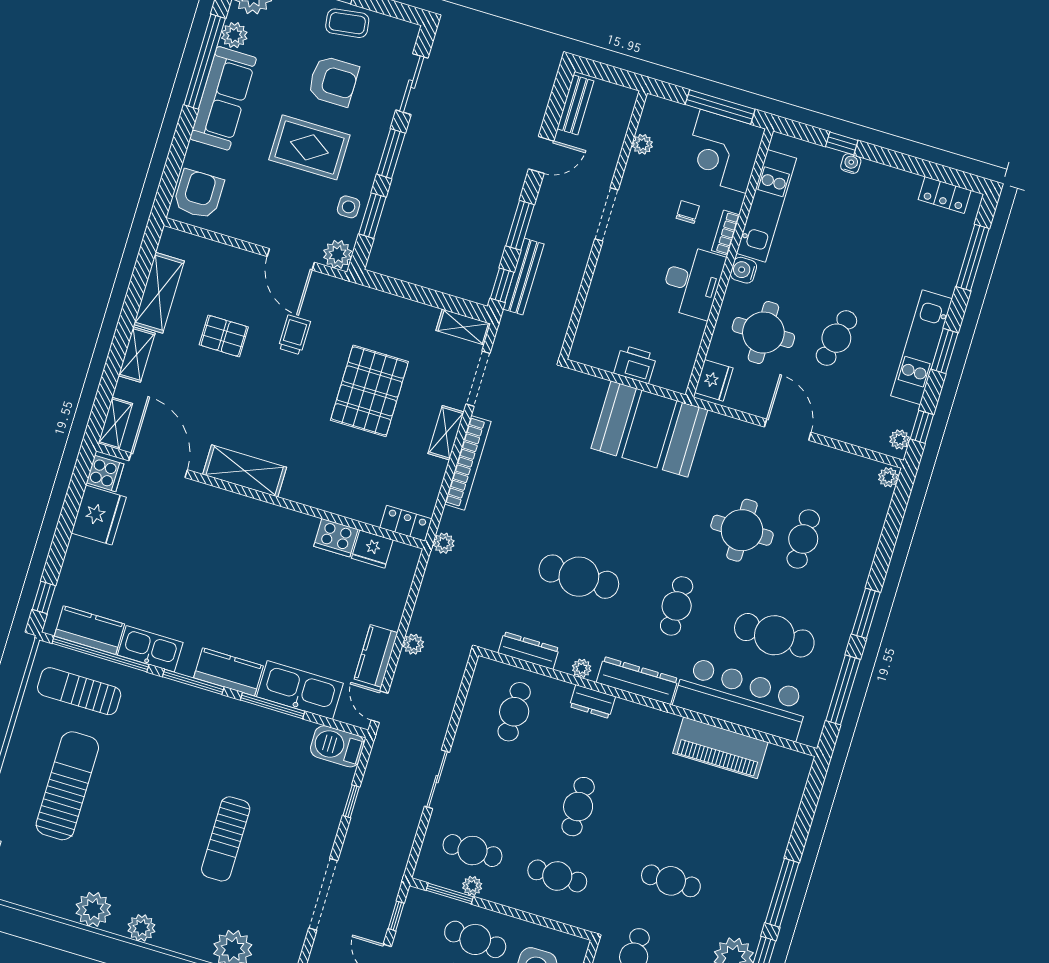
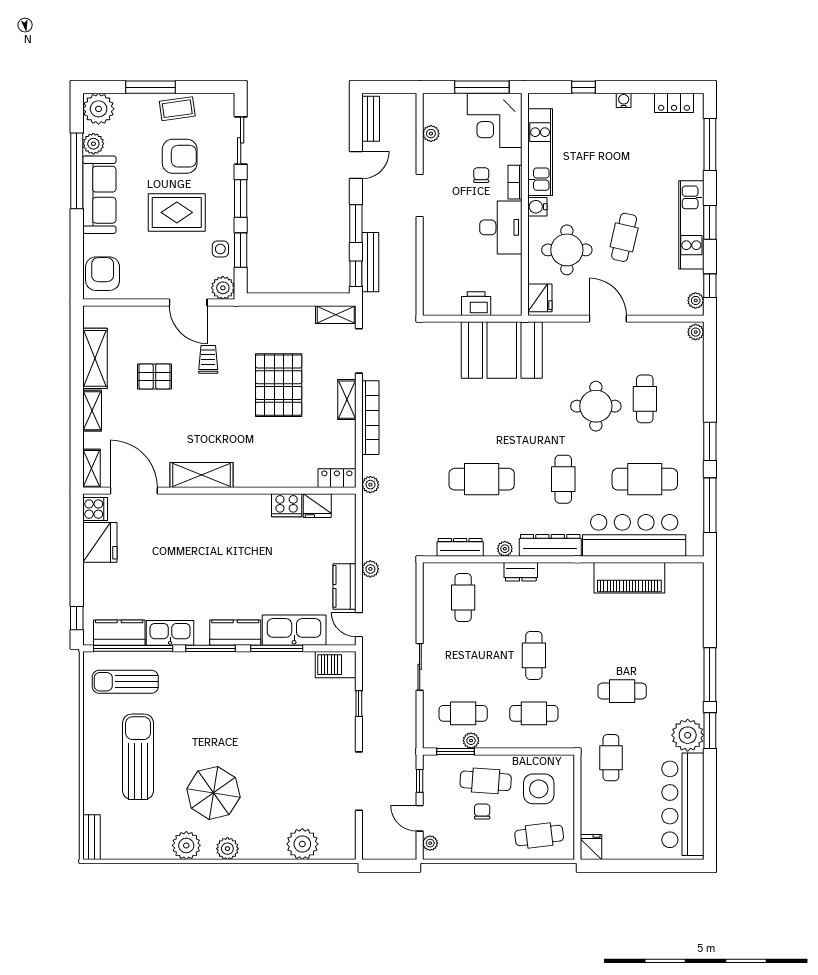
water cooler: (851, 164) -> (624, 100), moved
sun lounger: (226, 839) -> (272, 761), removed
parasol: (145, 856) -> (213, 793), added

